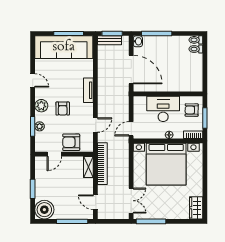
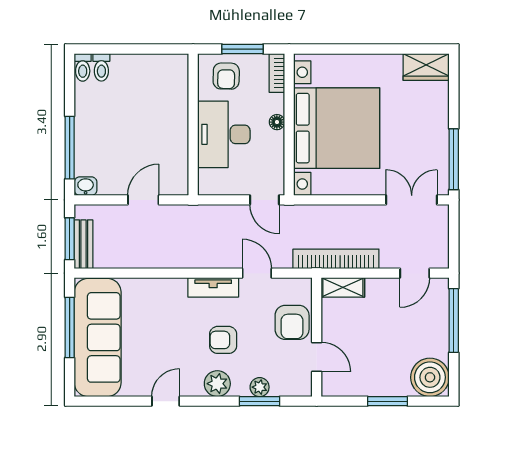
door: (131, 69) -> (143, 200), width x0.53
tv unit: (88, 90) -> (213, 287), moved
armchair: (63, 109) -> (223, 340), turned 180

